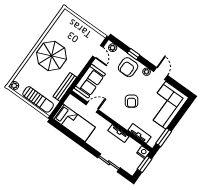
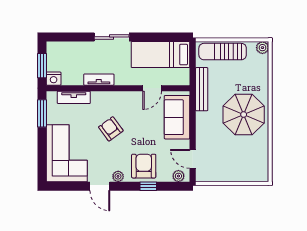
sliding door: (109, 163) -> (112, 37), moved

